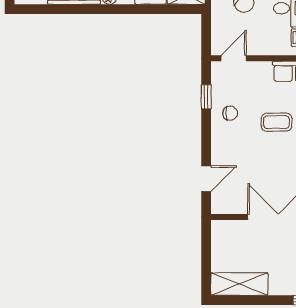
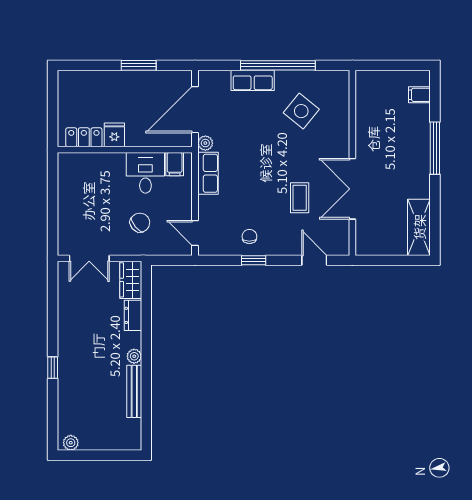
window: (206, 97) -> (254, 260), moved
coffee table: (277, 122) -> (300, 198), moved

